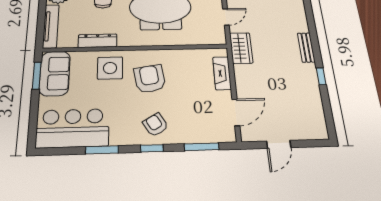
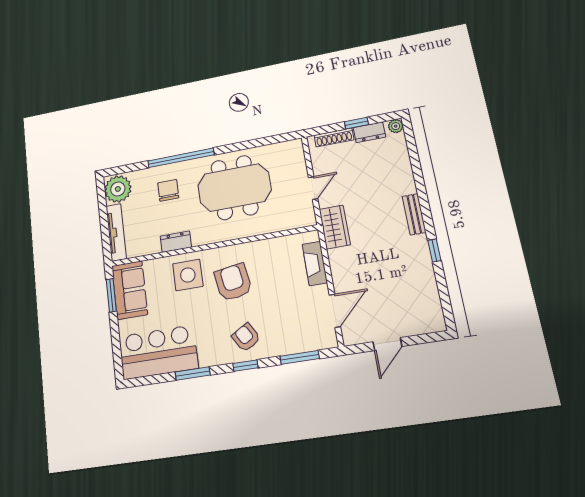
dresser: (98, 41) -> (176, 242), width x0.70

